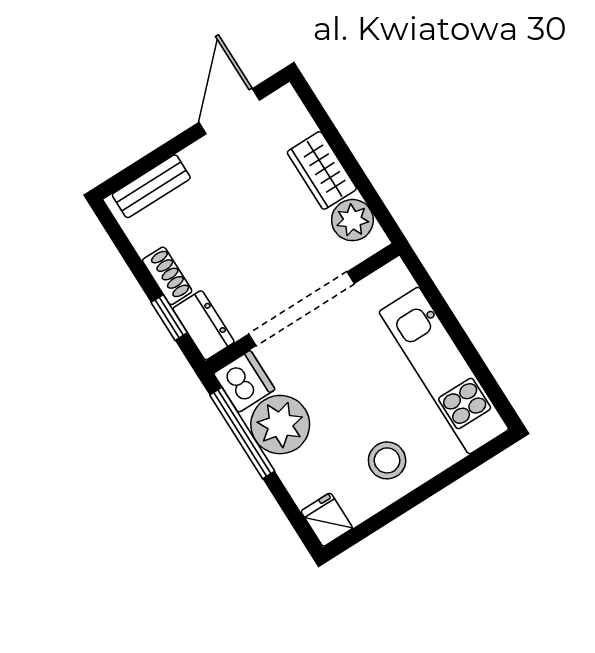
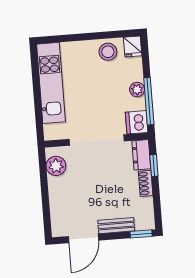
wardrobe: (322, 170) -> (58, 193), removed
window: (126, 177) -> (141, 234), added
bench: (151, 186) -> (116, 226), moved
plant: (280, 425) -> (137, 89), width x0.53, depth x0.53
stool: (387, 460) -> (108, 52), moved

